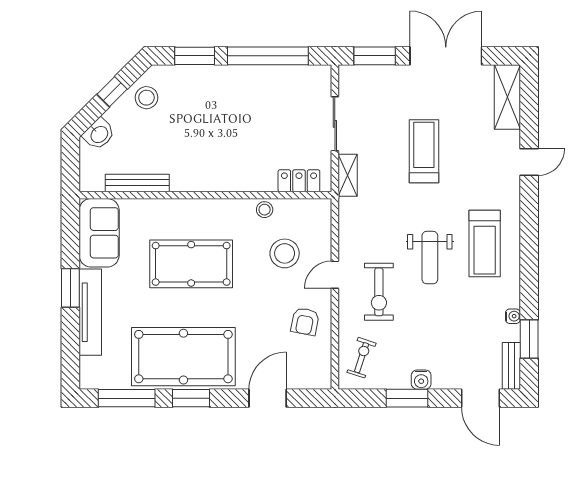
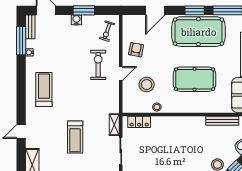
weight bench: (430, 258) -> (72, 82), removed
window: (529, 339) -> (21, 41), width x1.44

